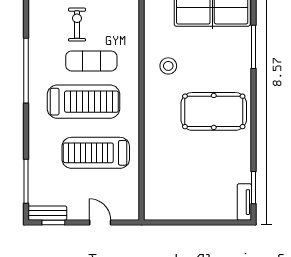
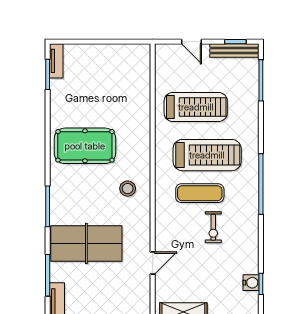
treadmill: (84, 102) -> (207, 155), turned 180
bench: (47, 213) -> (234, 50), width x1.36

